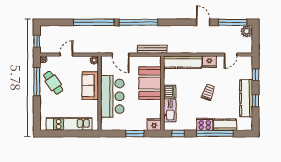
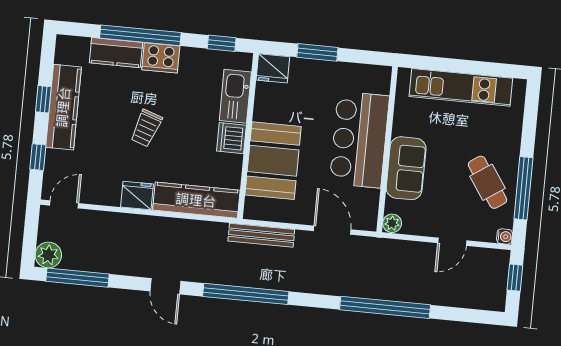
window: (138, 22) -> (246, 294), moved
door: (203, 22) -> (165, 286), moved
door: (231, 55) -> (64, 204), moved

